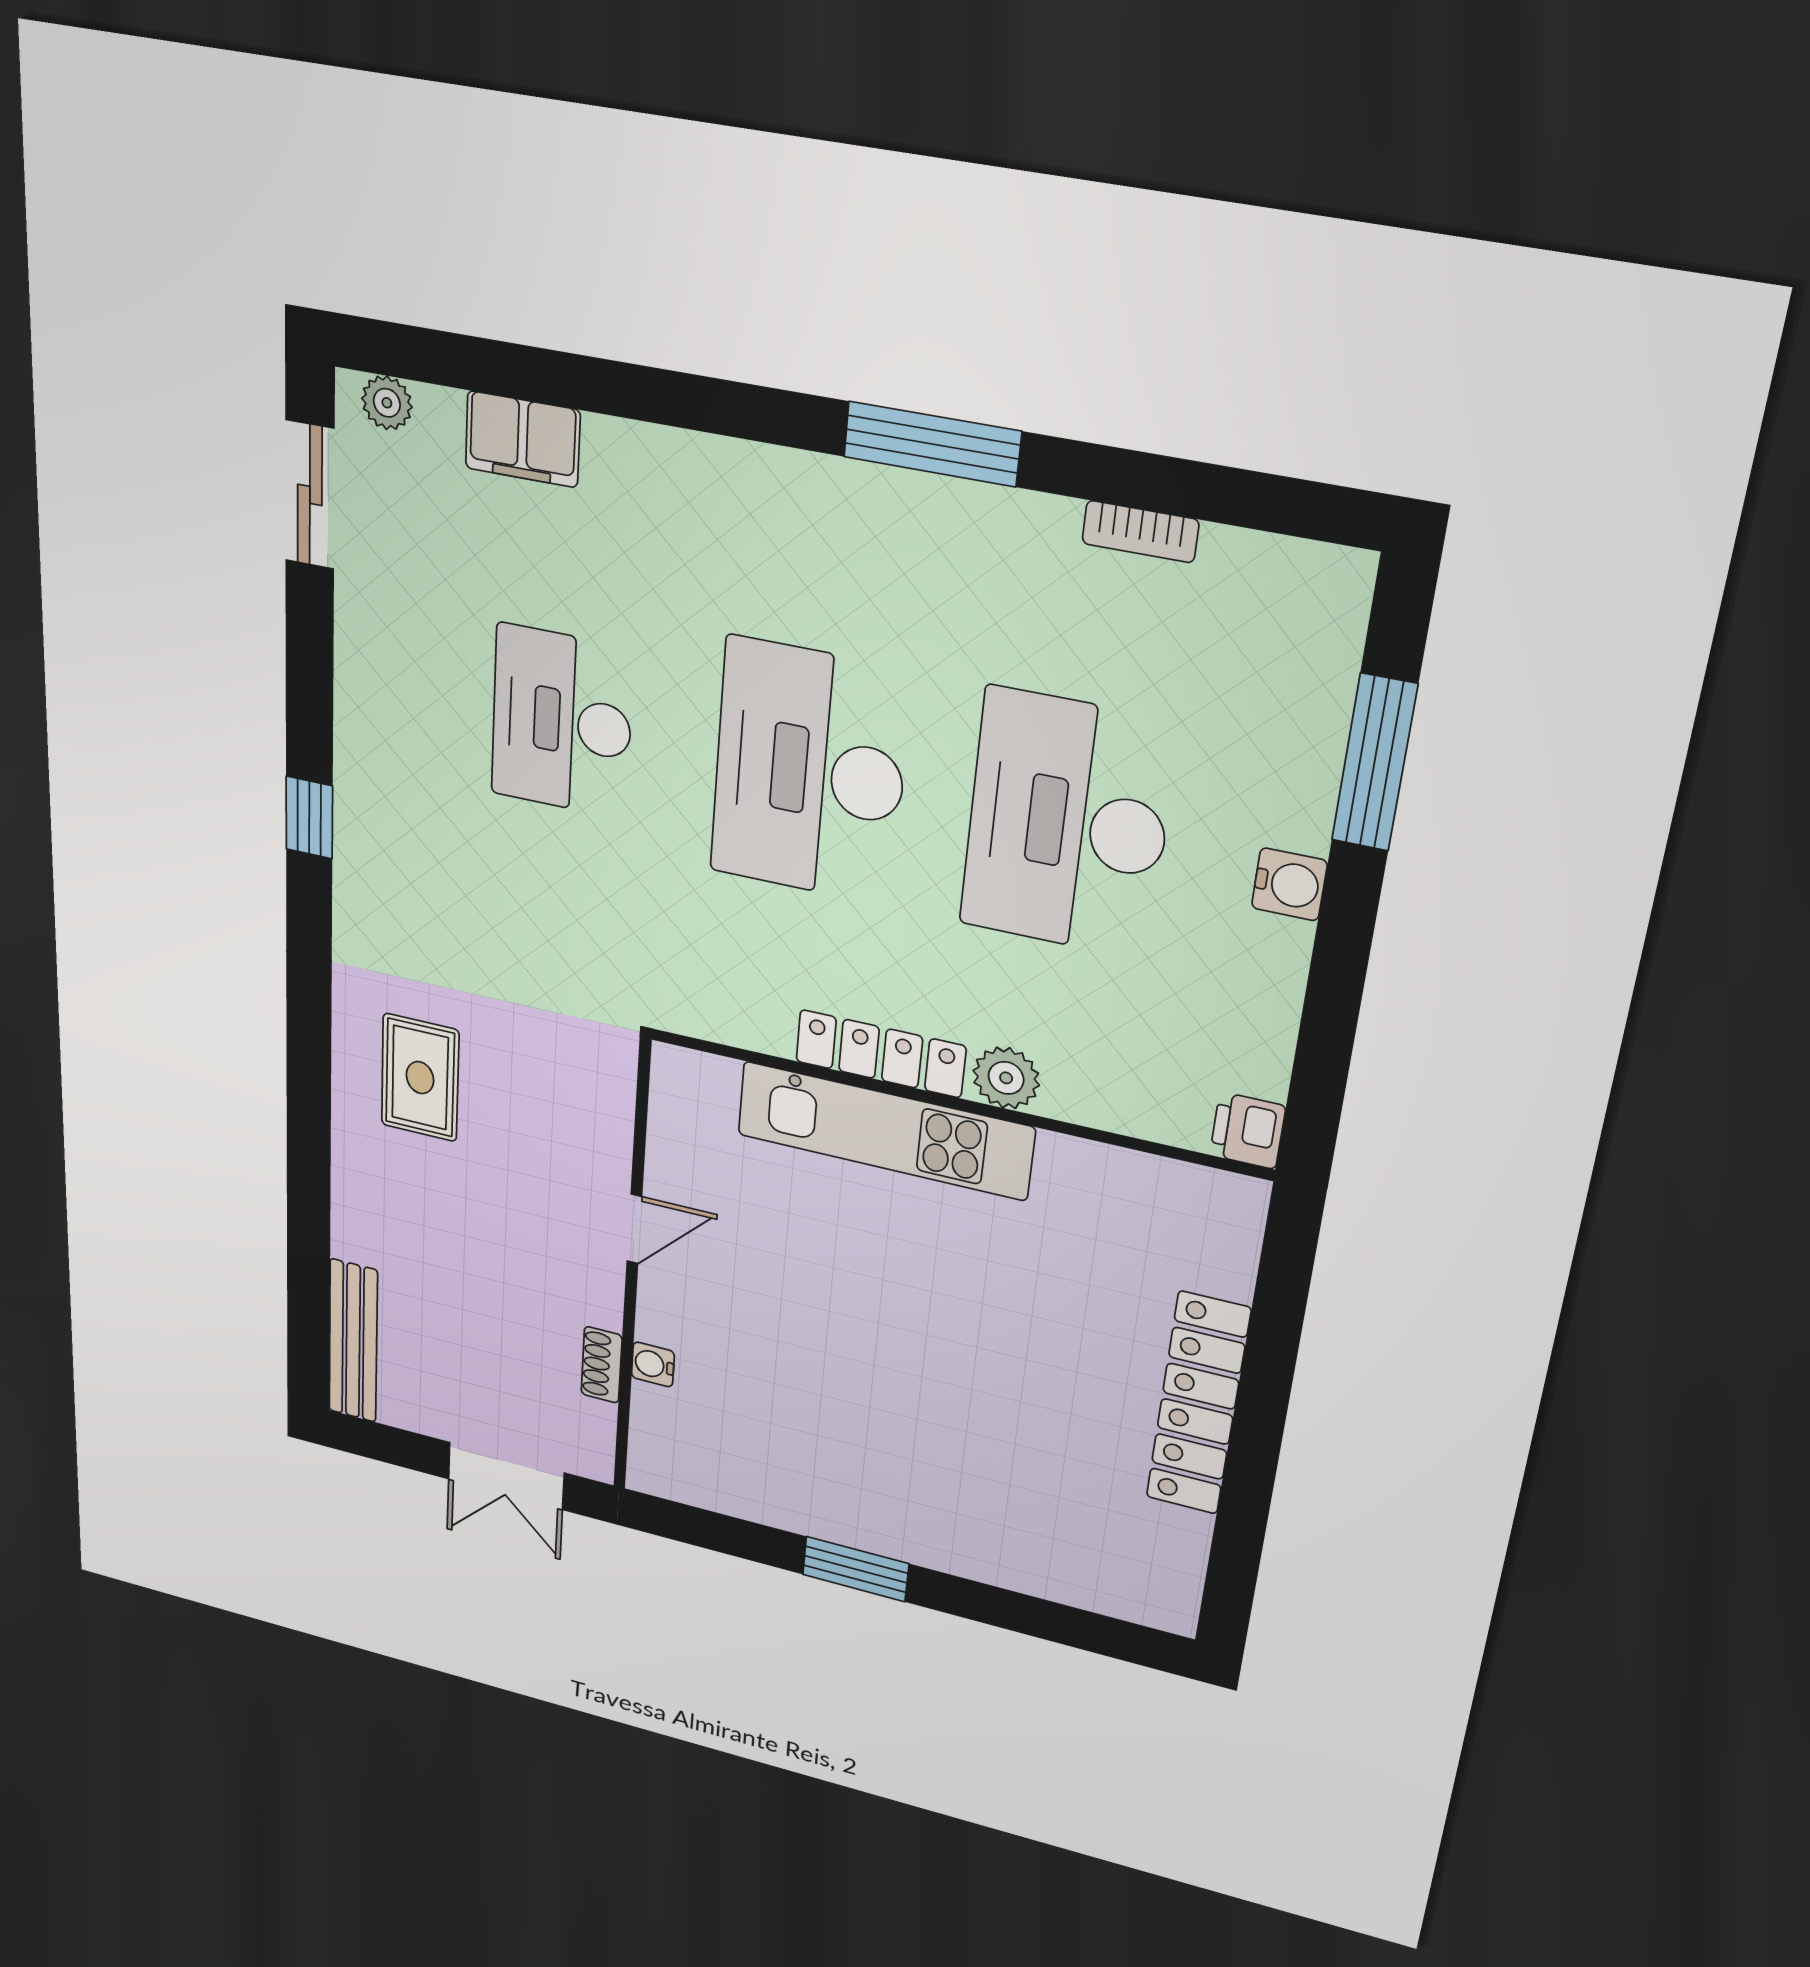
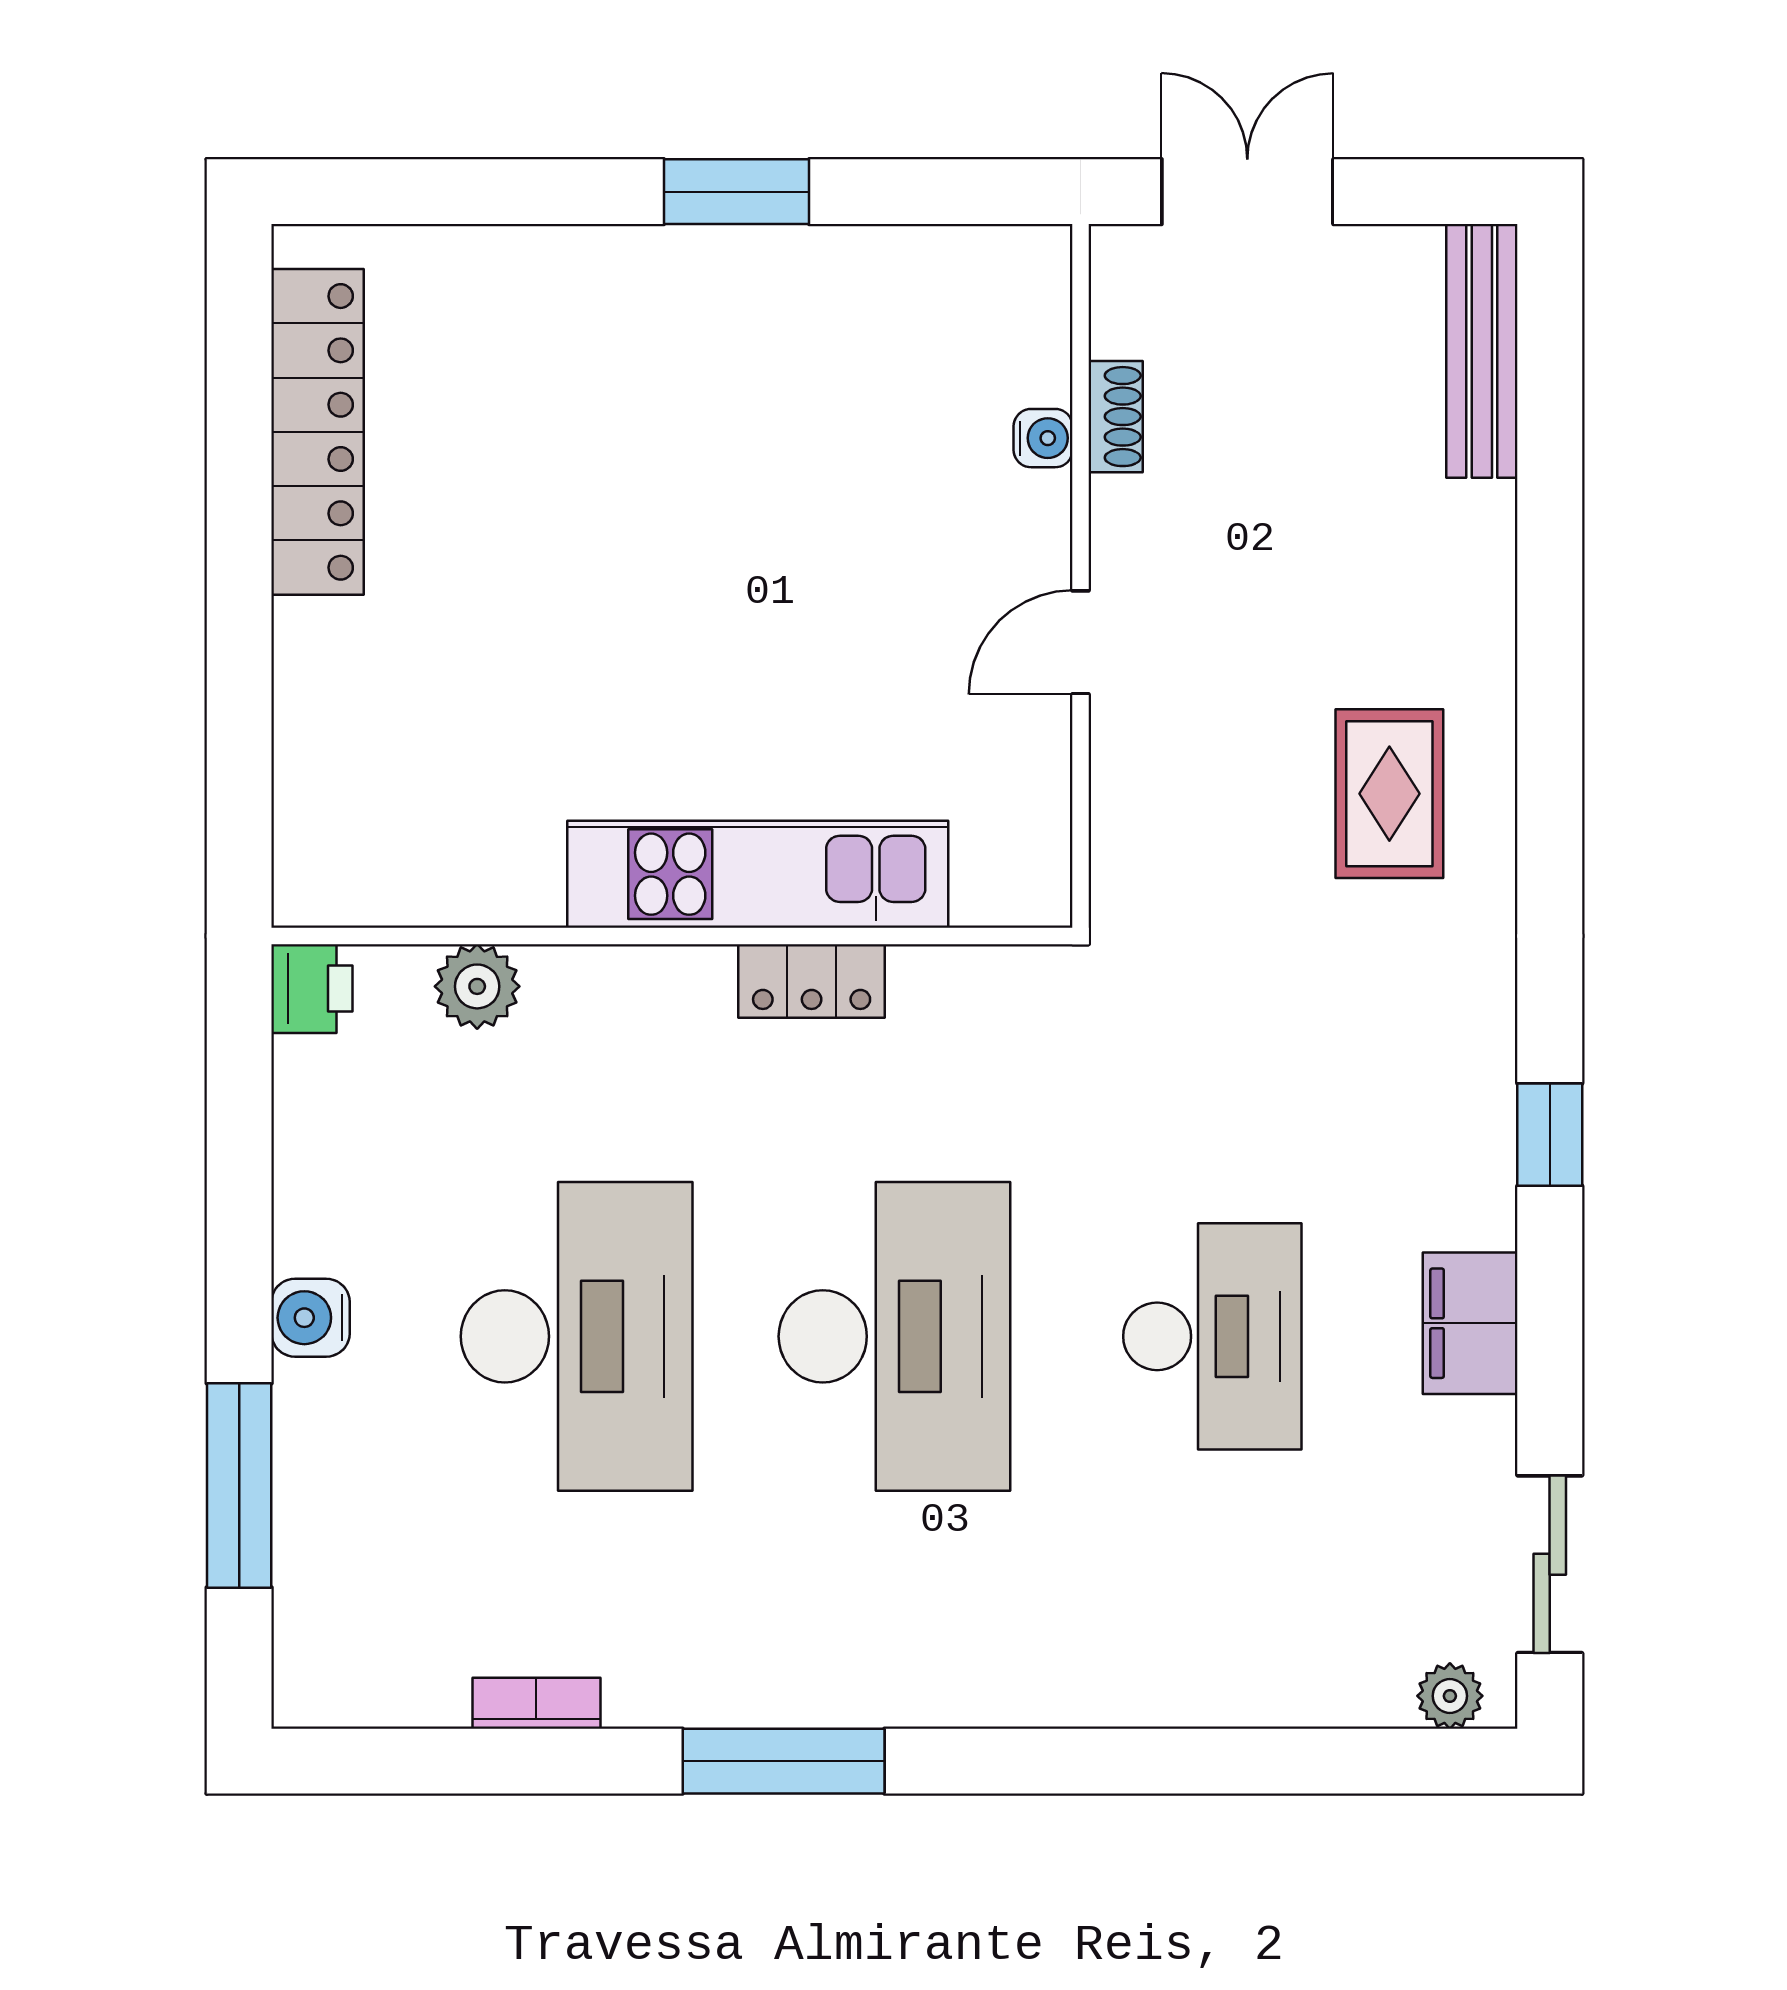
filing cabinet: (523, 439) -> (1470, 1323), moved, turned -90
locker: (881, 1054) -> (812, 981), width x0.66
plant: (1006, 1078) -> (477, 986), moved
locker: (1198, 1404) -> (318, 432), moved

